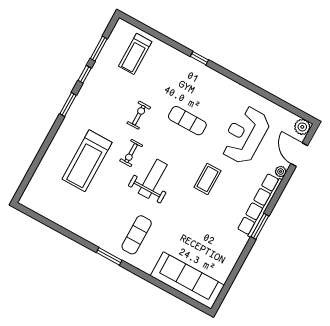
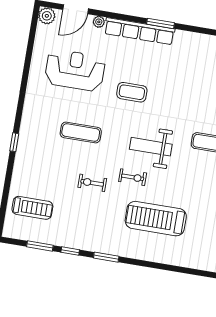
exercise mat: (187, 121) -> (81, 132), turned 90
reception desk: (245, 135) -> (75, 70), turned 180
treadmill: (87, 161) -> (156, 219), turned 180

